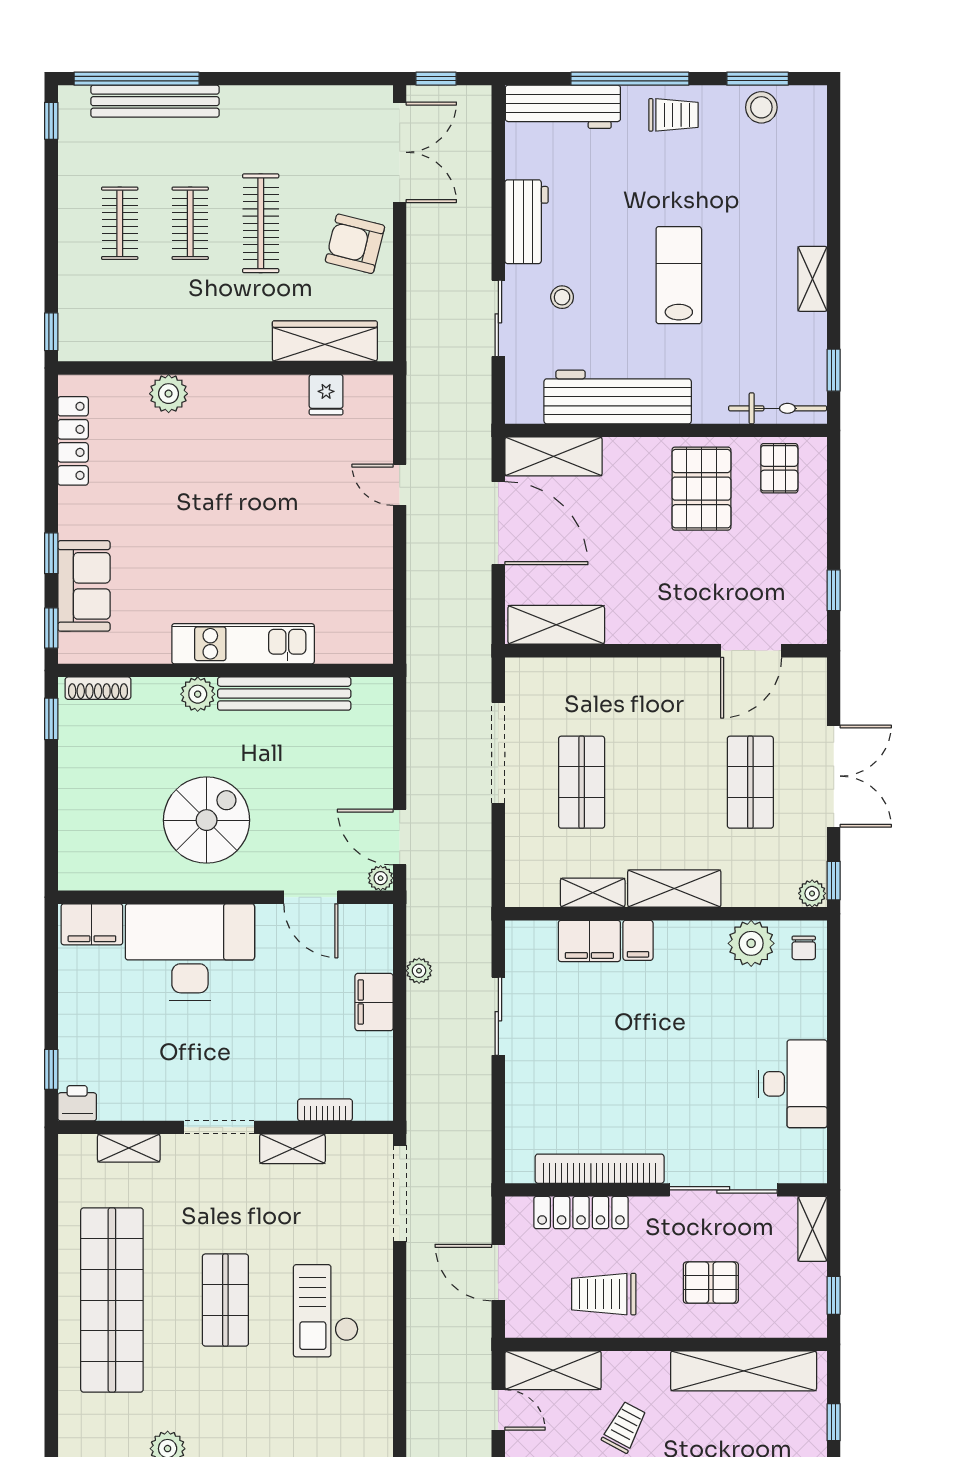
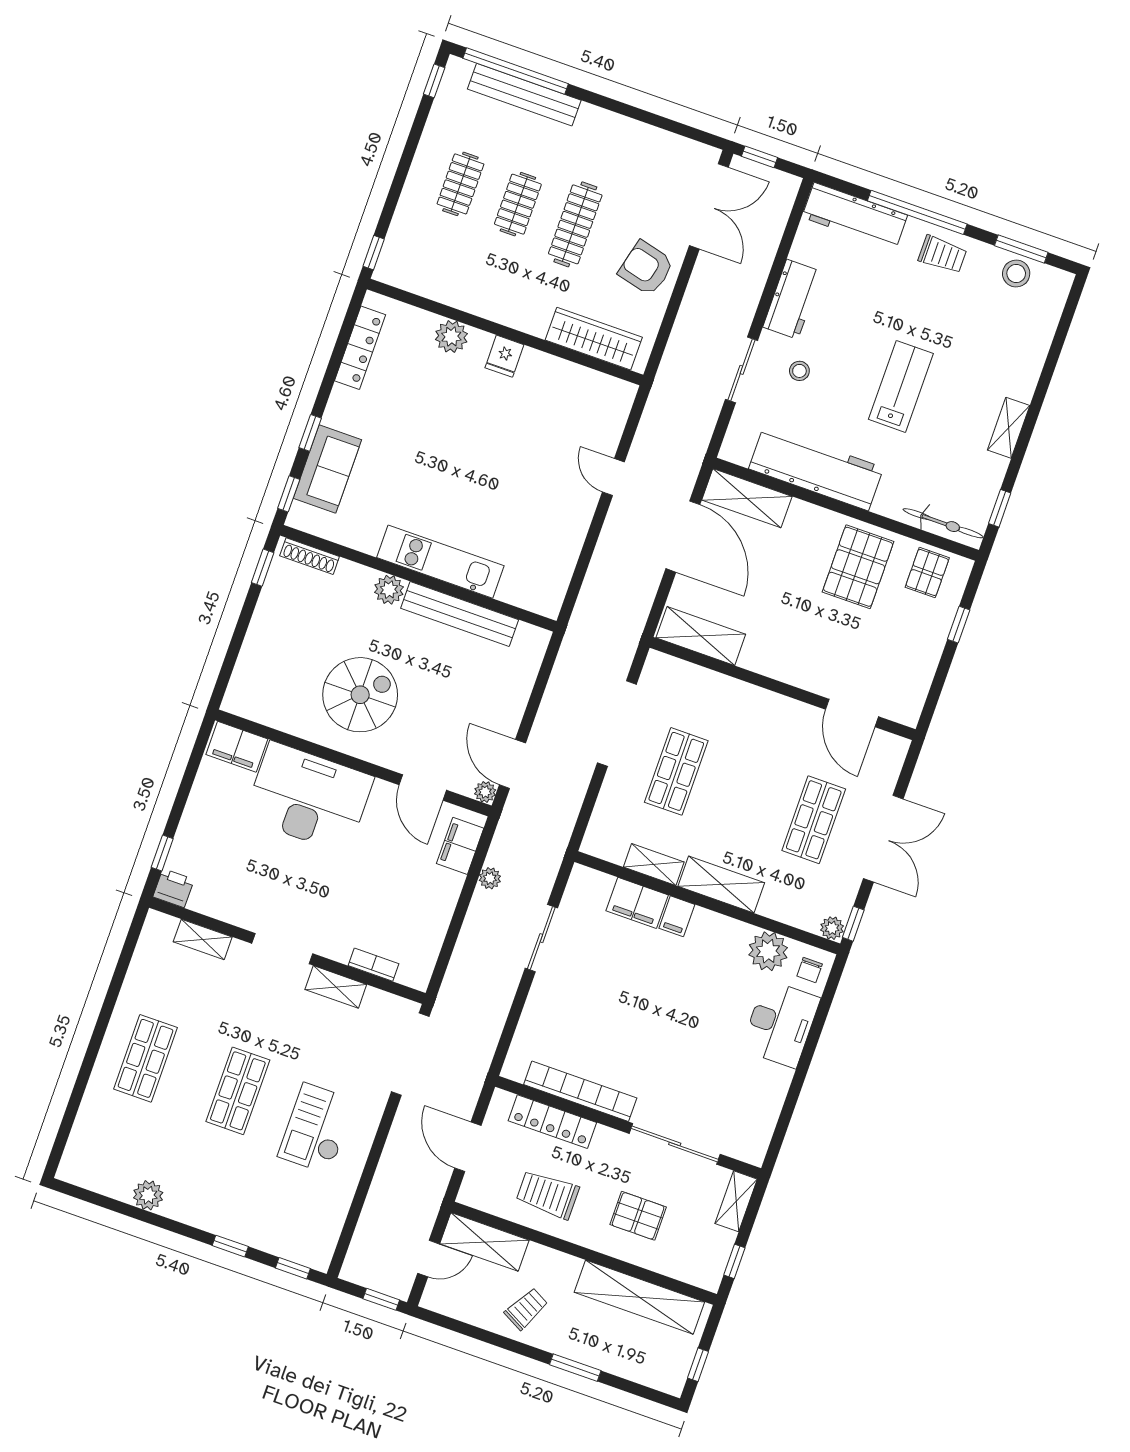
fridge: (326, 395) -> (504, 356), moved
window: (834, 590) -> (959, 625), moved
door: (751, 651) -> (852, 713), hinge flipped
filing cabinet: (374, 1002) -> (460, 846), moved
desk: (793, 1084) -> (781, 1024), moved
shop shelf: (112, 1300) -> (145, 1058), width x0.50, depth x0.74
door: (498, 1410) -> (429, 1259), hinge flipped

